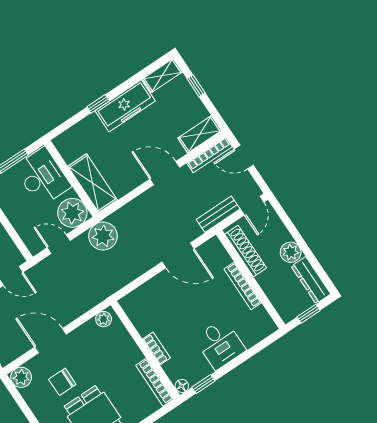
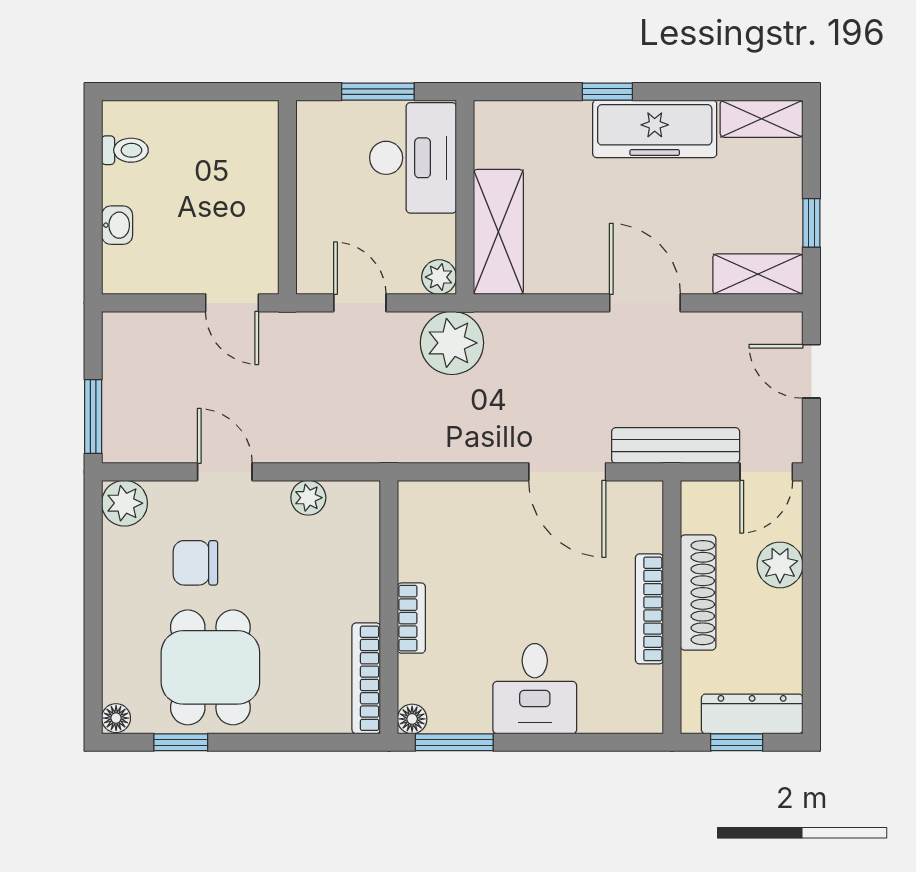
window: (196, 86) -> (811, 223), moved
bookcase: (210, 155) -> (750, 325), removed
plant: (72, 213) -> (439, 277), width x0.53, depth x0.53
bench: (218, 214) -> (676, 445), width x1.36
shoe rack: (246, 251) -> (698, 593), moved
plant: (291, 252) -> (780, 565), moved
dresser: (311, 280) -> (752, 714), moved, turned 90
plant: (104, 319) -> (308, 498), moved
door: (51, 341) -> (225, 472), width x0.73
window: (203, 384) -> (454, 742), width x1.50

